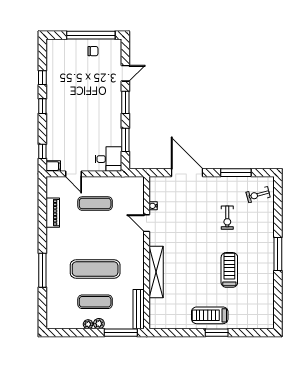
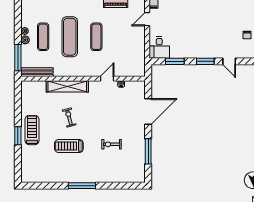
exercise bike: (258, 195) -> (69, 117), moved
exercise mat: (95, 204) -> (96, 37), moved
treadmill: (229, 270) -> (69, 146), turned 180

